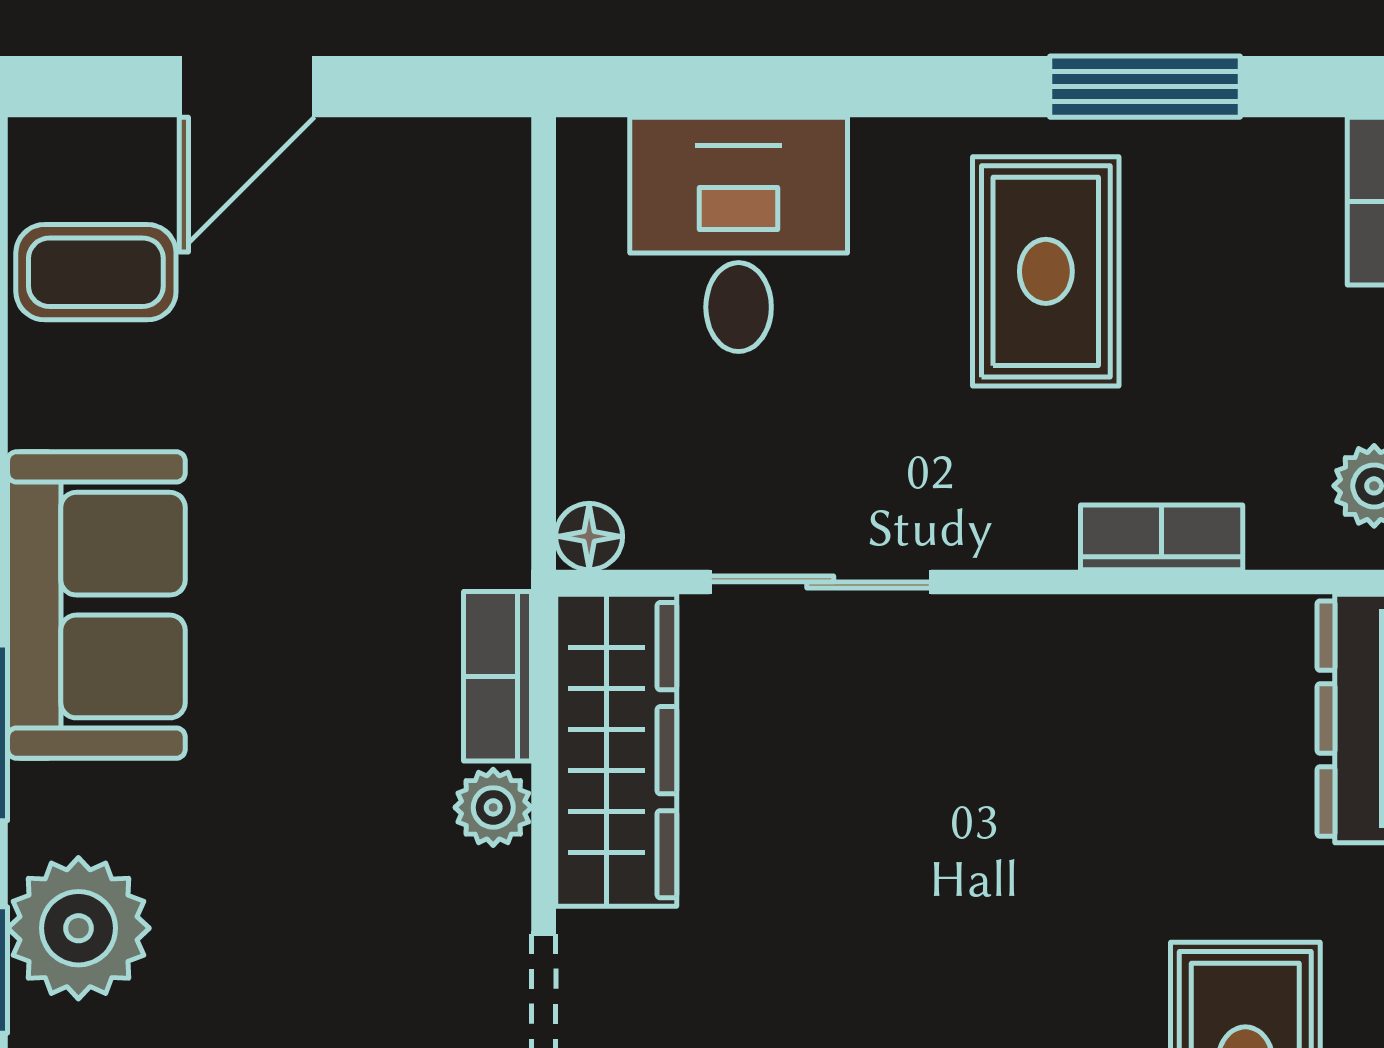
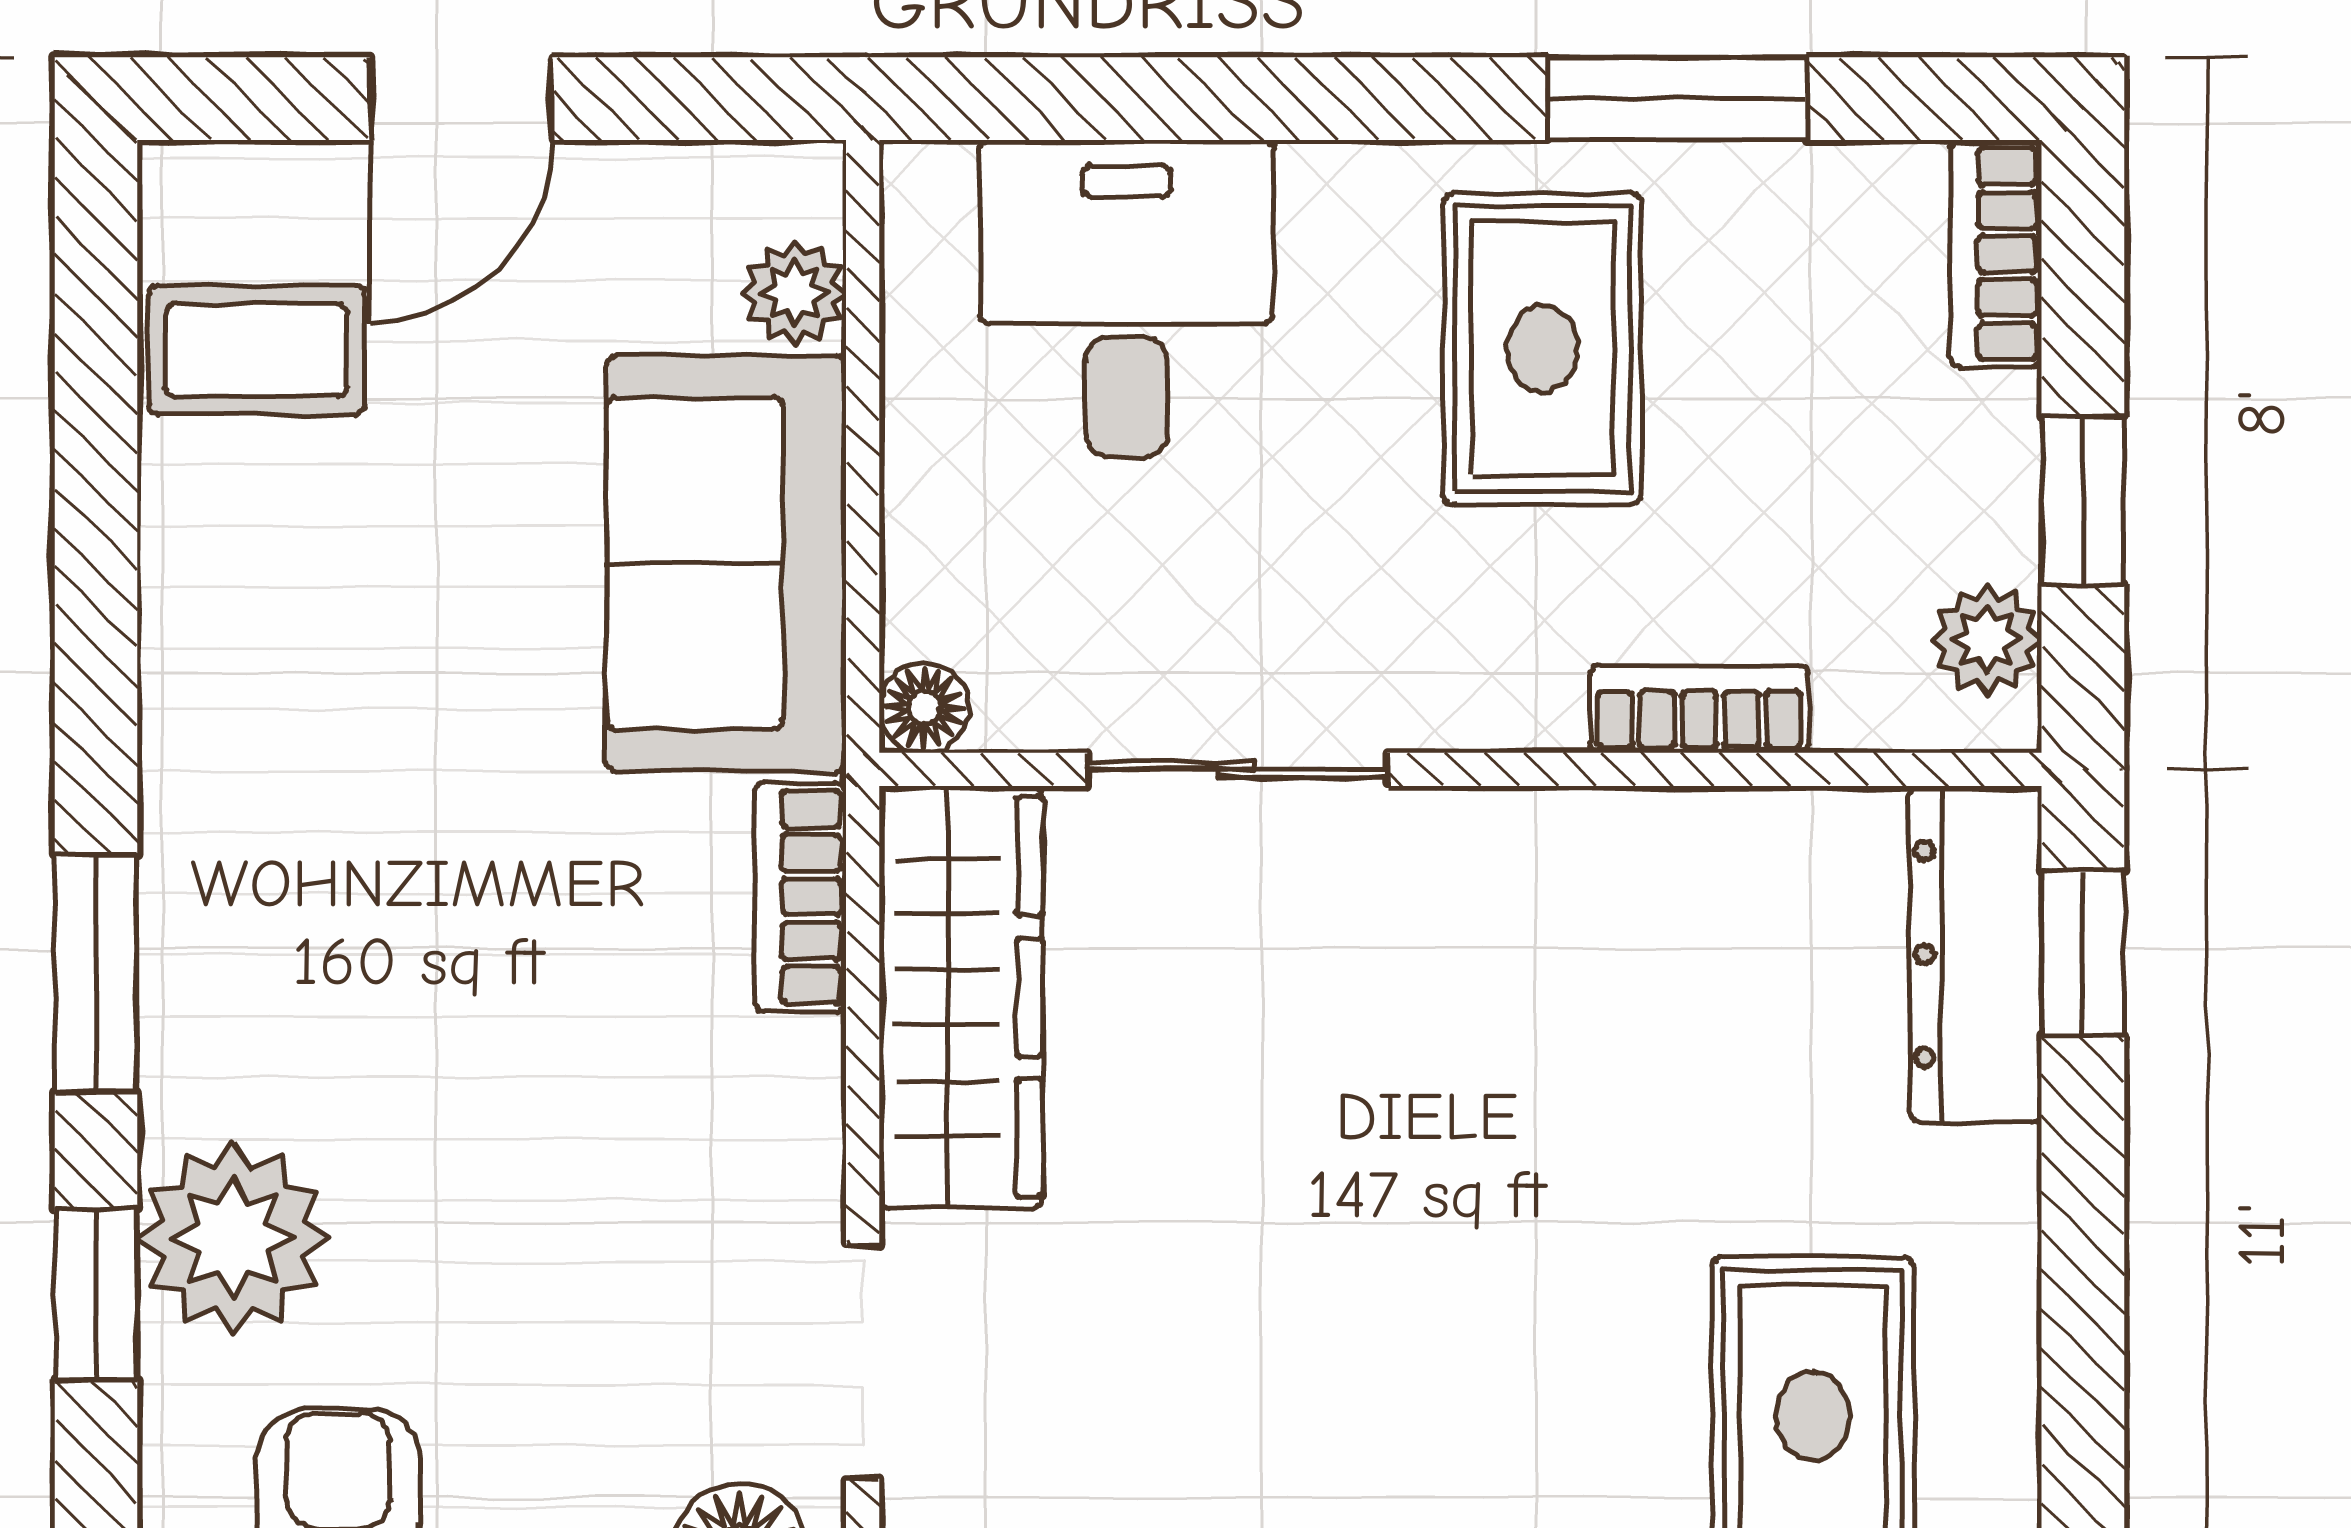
sofa: (96, 605) -> (726, 563), moved, turned 180
plant: (493, 807) -> (794, 293), moved

